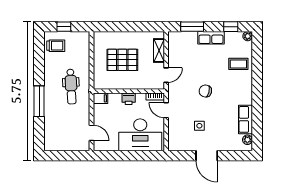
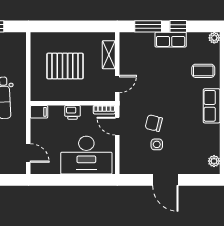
window: (231, 27) -> (178, 26), moved
chair: (205, 91) -> (154, 123), moved
row of seats: (245, 119) -> (212, 106), moved

